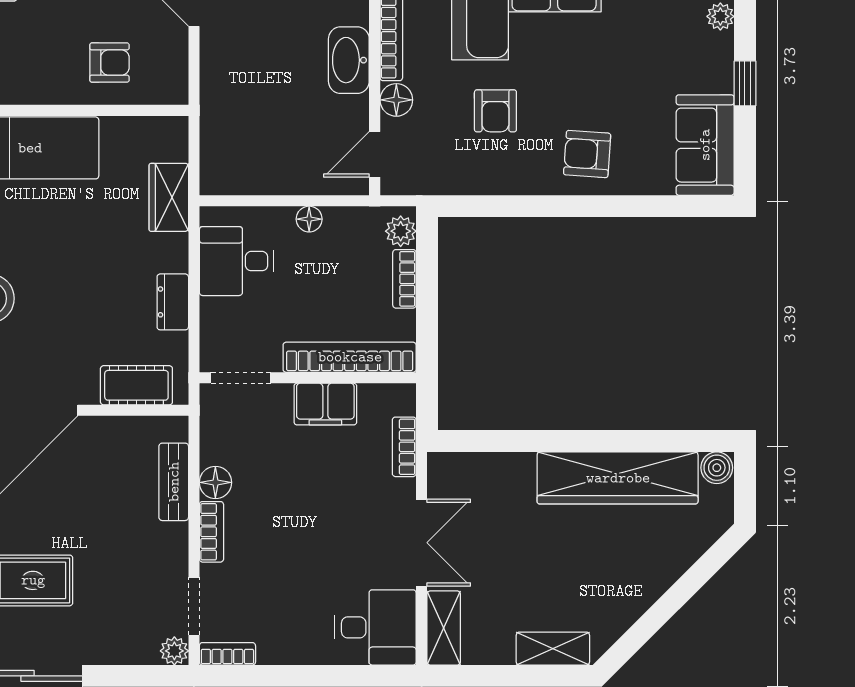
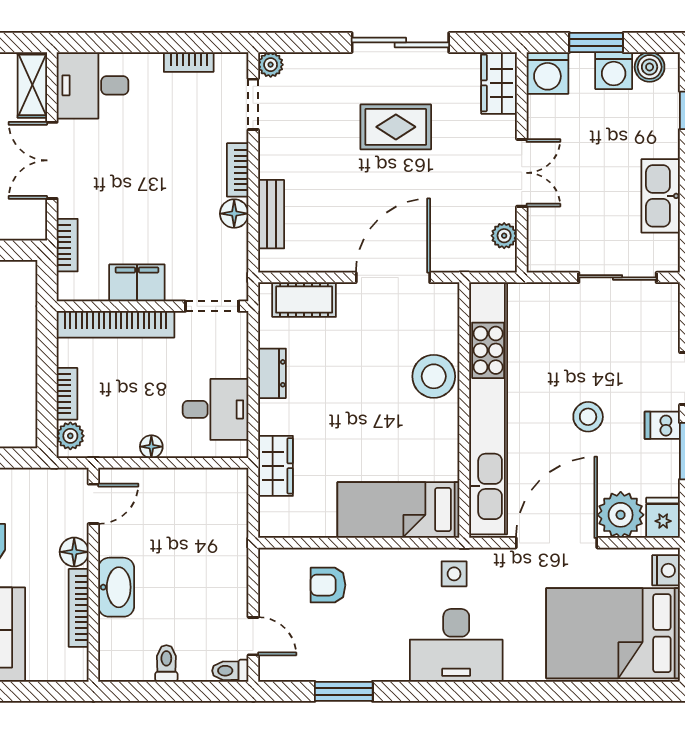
bookcase: (227, 654) -> (189, 62), moved

